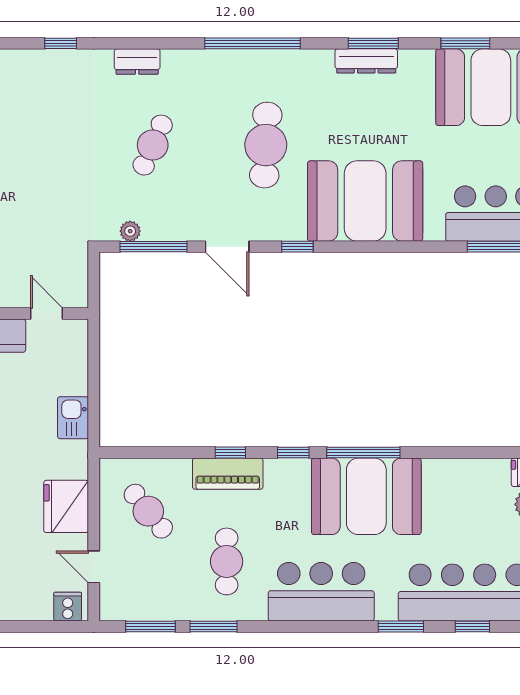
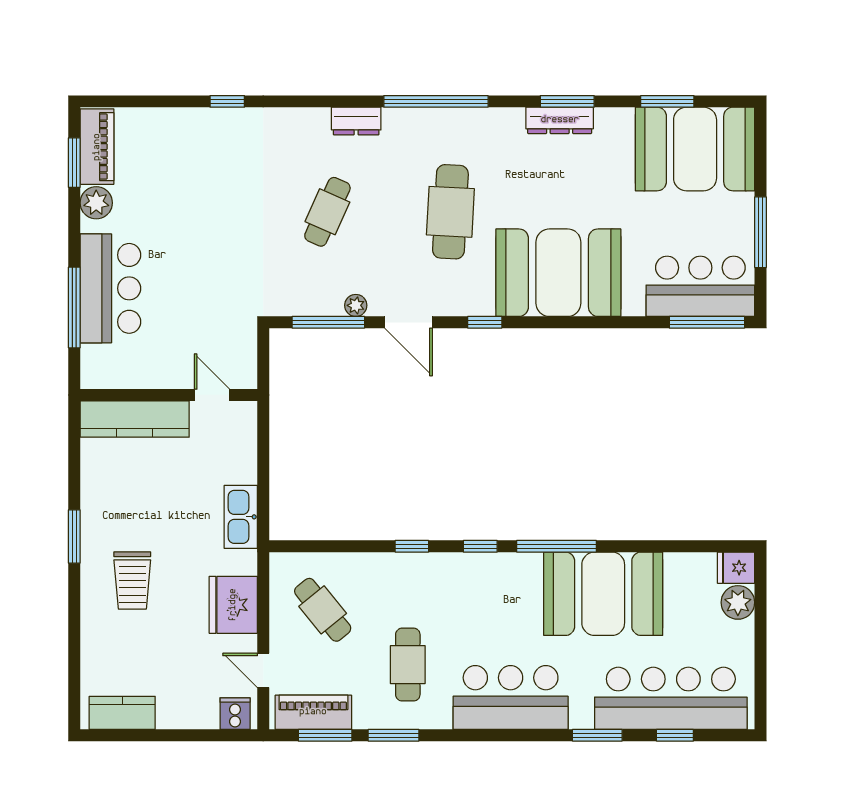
dresser: (137, 62) -> (356, 121), moved
plant: (130, 231) -> (356, 305), moved
kitchen sink: (73, 418) -> (241, 517), width x1.38
piano: (228, 474) -> (313, 712), moved, turned 180
booth: (366, 496) -> (603, 594), moved

